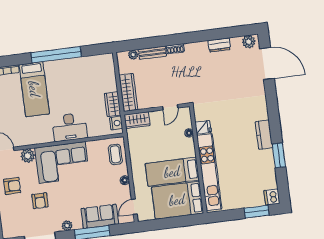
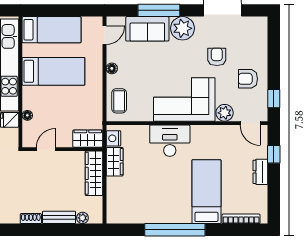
bed: (177, 200) -> (52, 30), width x0.67
plant: (67, 226) -> (182, 28), width x1.87, depth x1.87

